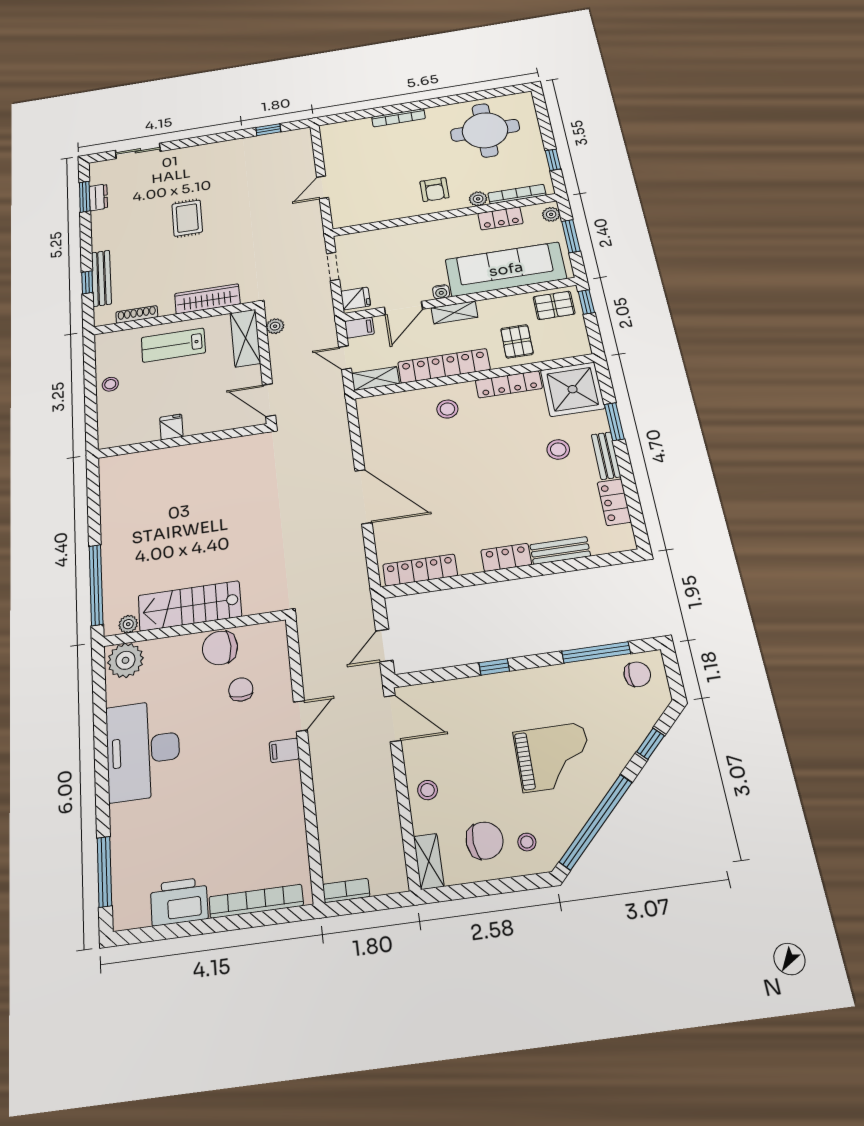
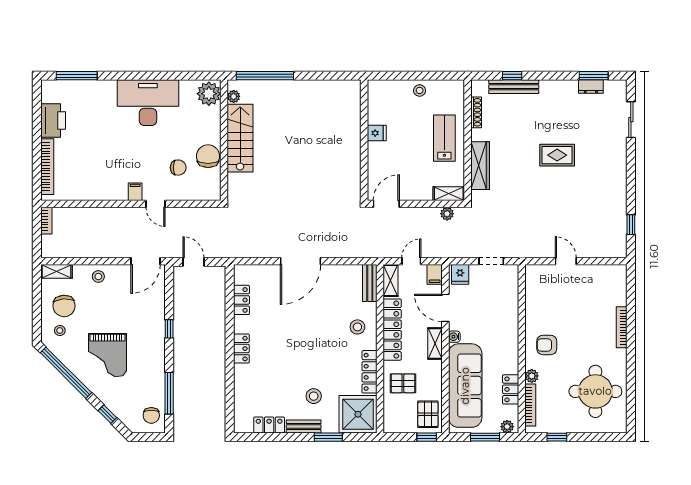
shelving: (245, 338) -> (449, 194), width x0.67, depth x0.75
bench: (560, 550) -> (370, 283), moved
locker: (420, 570) -> (241, 300), width x0.66

